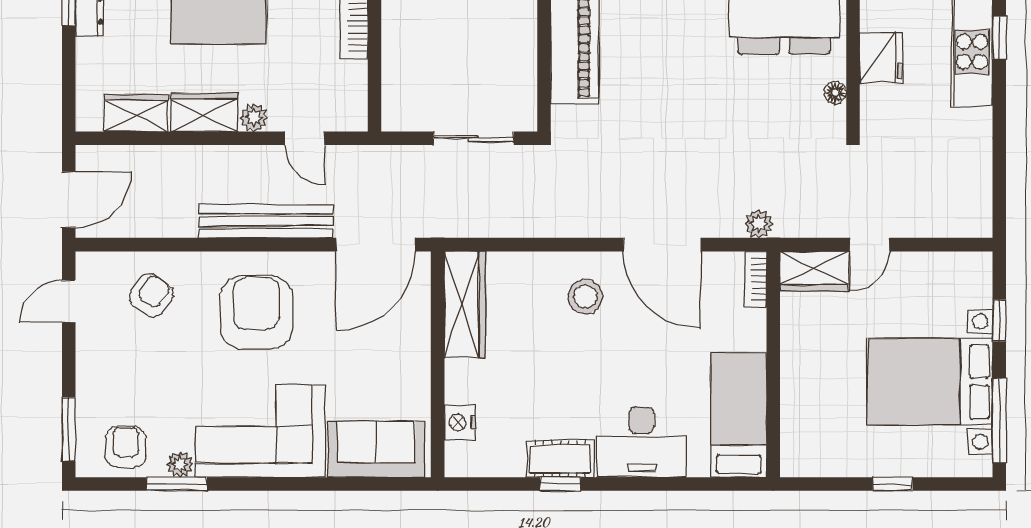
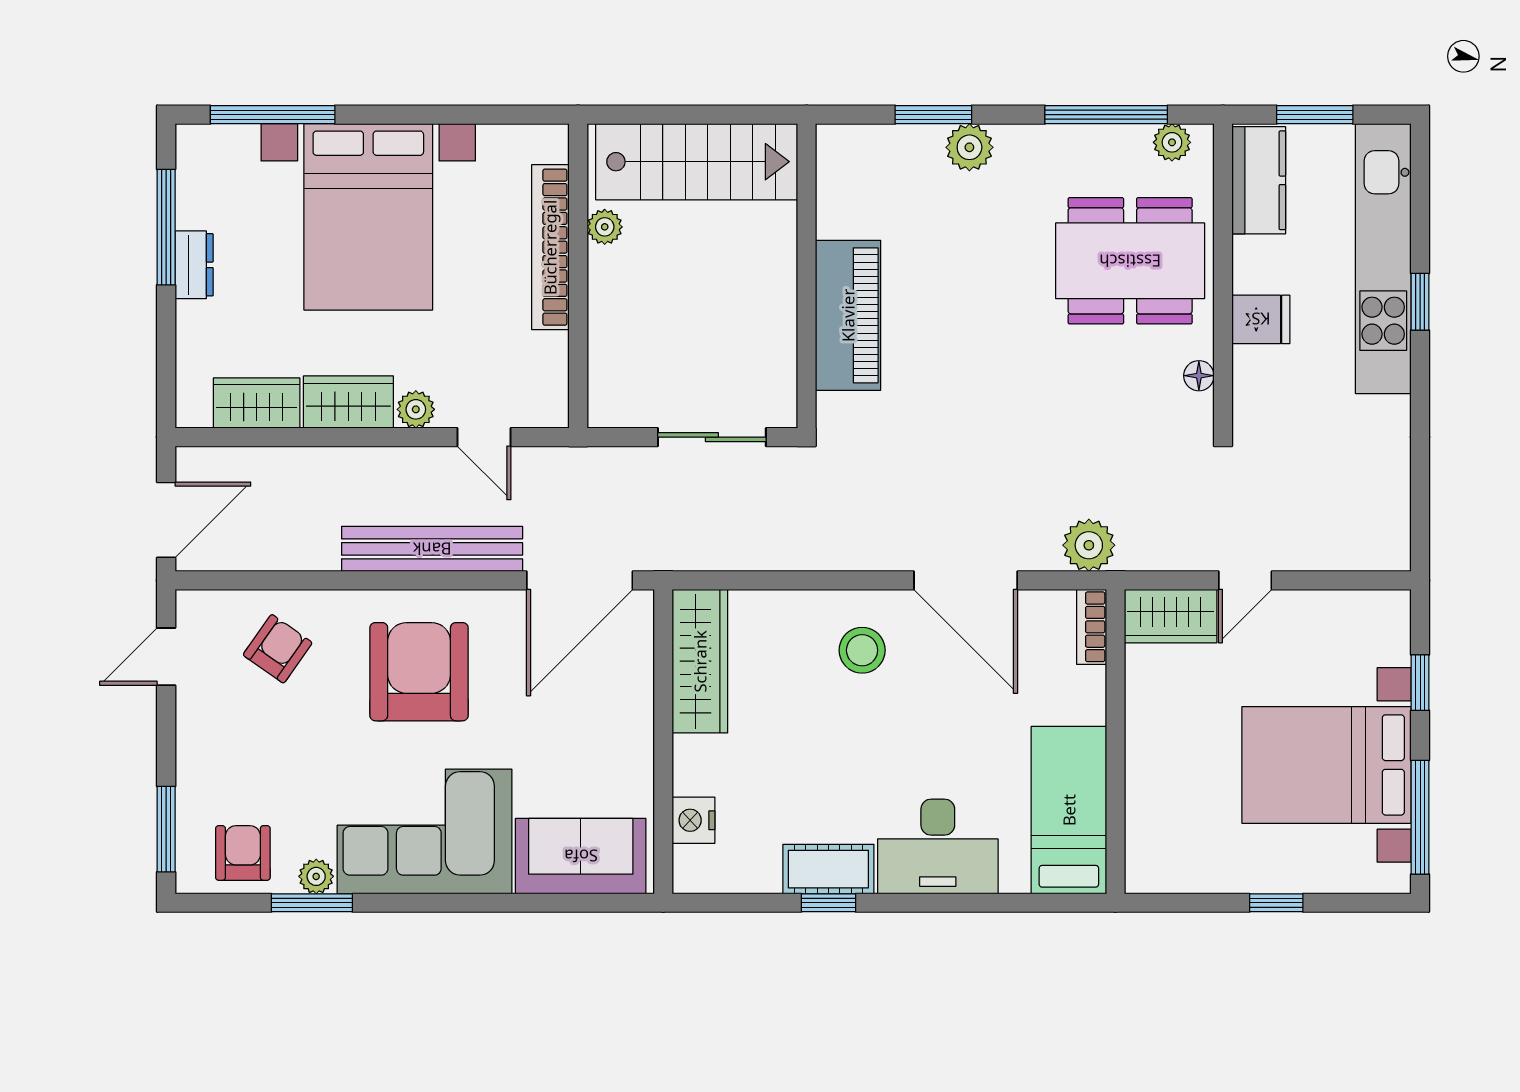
fridge: (881, 58) -> (1261, 319), width x0.72
plant: (759, 224) -> (1089, 545), width x1.38, depth x1.38

